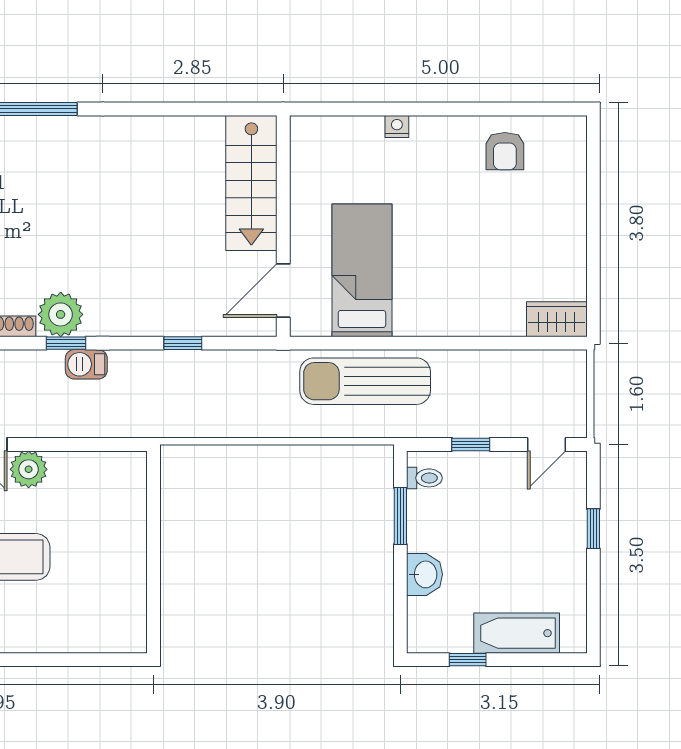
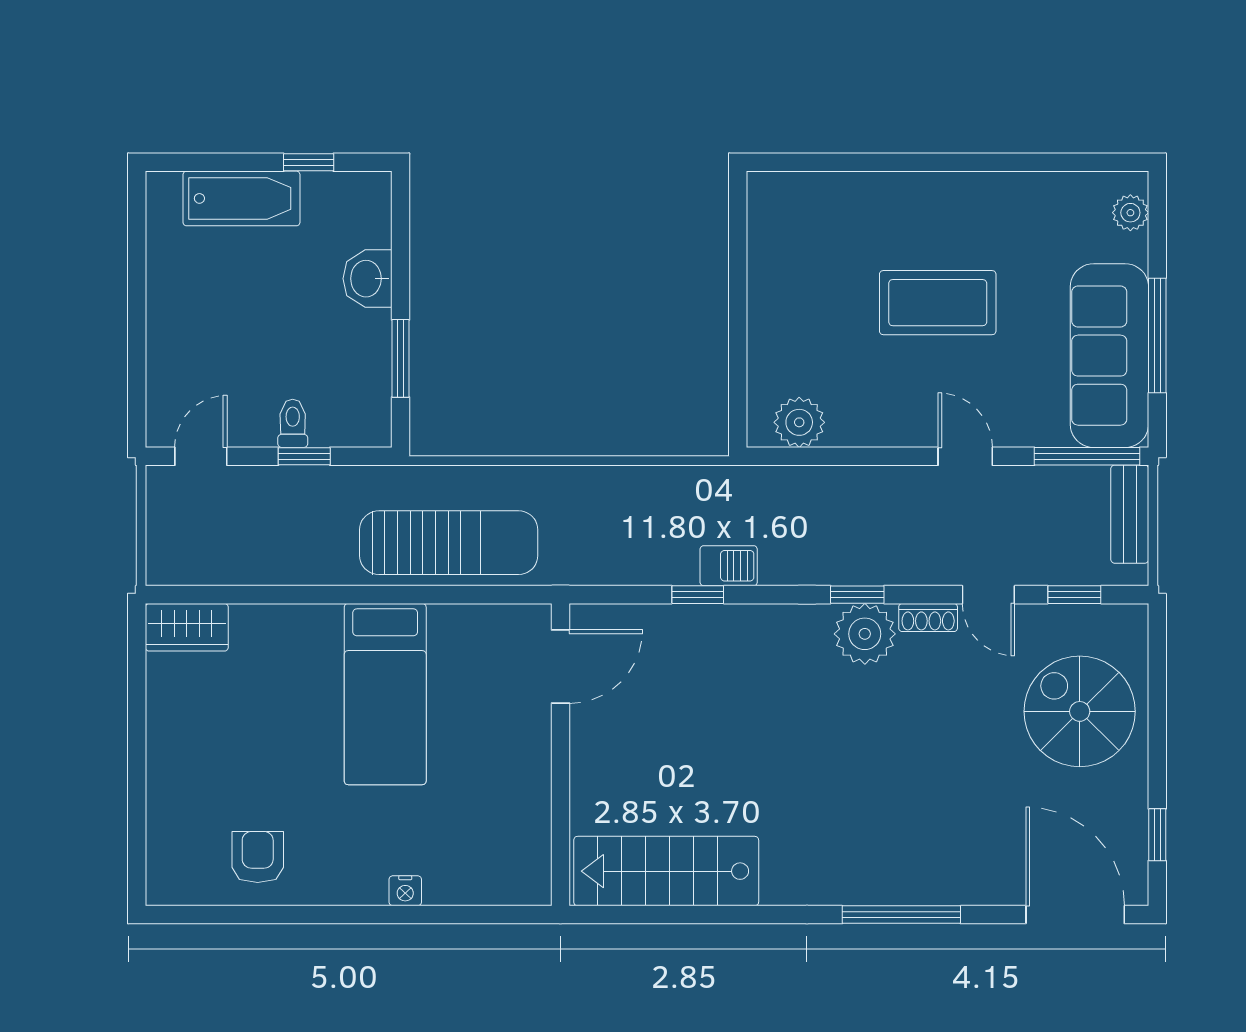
stairs: (251, 183) -> (666, 871), moved, turned -90
bed: (362, 270) -> (385, 694), moved
barbecue: (86, 364) -> (729, 566), moved
plant: (29, 469) -> (799, 422), moved
toilet: (424, 478) -> (293, 423), moved, turned 90
window: (593, 529) -> (137, 341), removed

